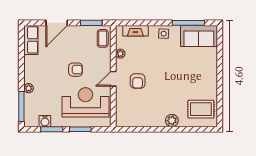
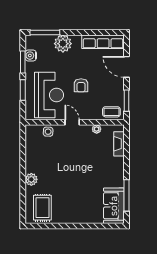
side table: (164, 34) -> (48, 132), moved
row of seats: (31, 40) -> (103, 42), width x1.48
armchair: (138, 81) -> (70, 146), removed
plant: (29, 88) -> (63, 44), width x1.88, depth x1.88

